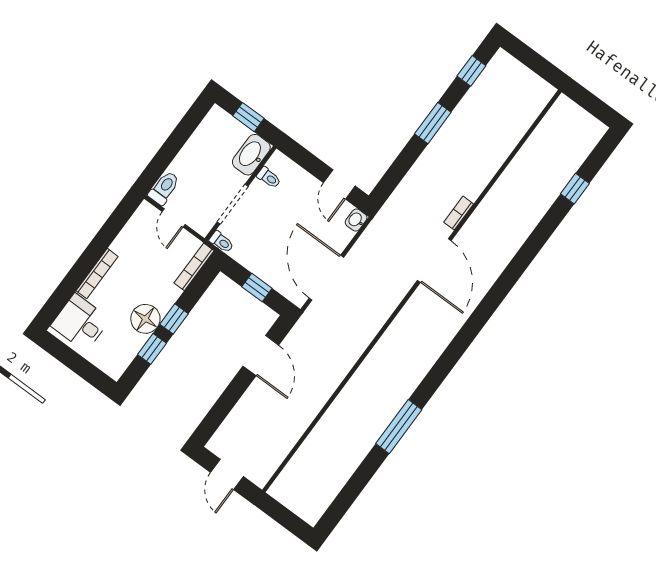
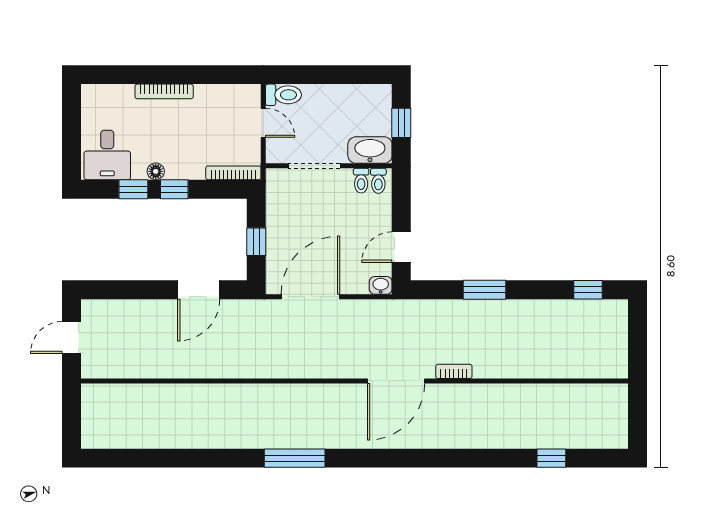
window: (433, 123) -> (484, 290), moved
door: (174, 218) -> (263, 123), swing flipped
toilet: (222, 242) -> (378, 181), moved
floor lamp: (145, 319) -> (156, 171), width x0.53, depth x0.53
desk: (81, 323) -> (107, 155), moved, turned 180
window: (399, 427) -> (295, 458), moved

